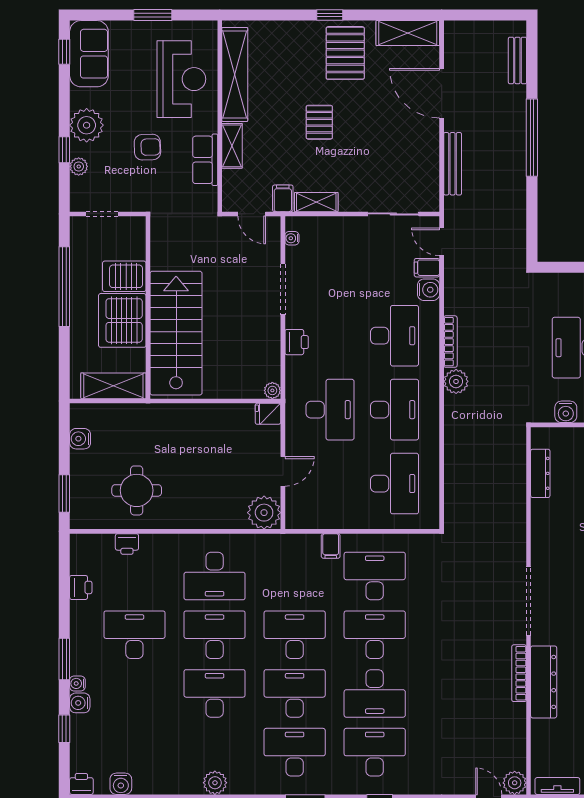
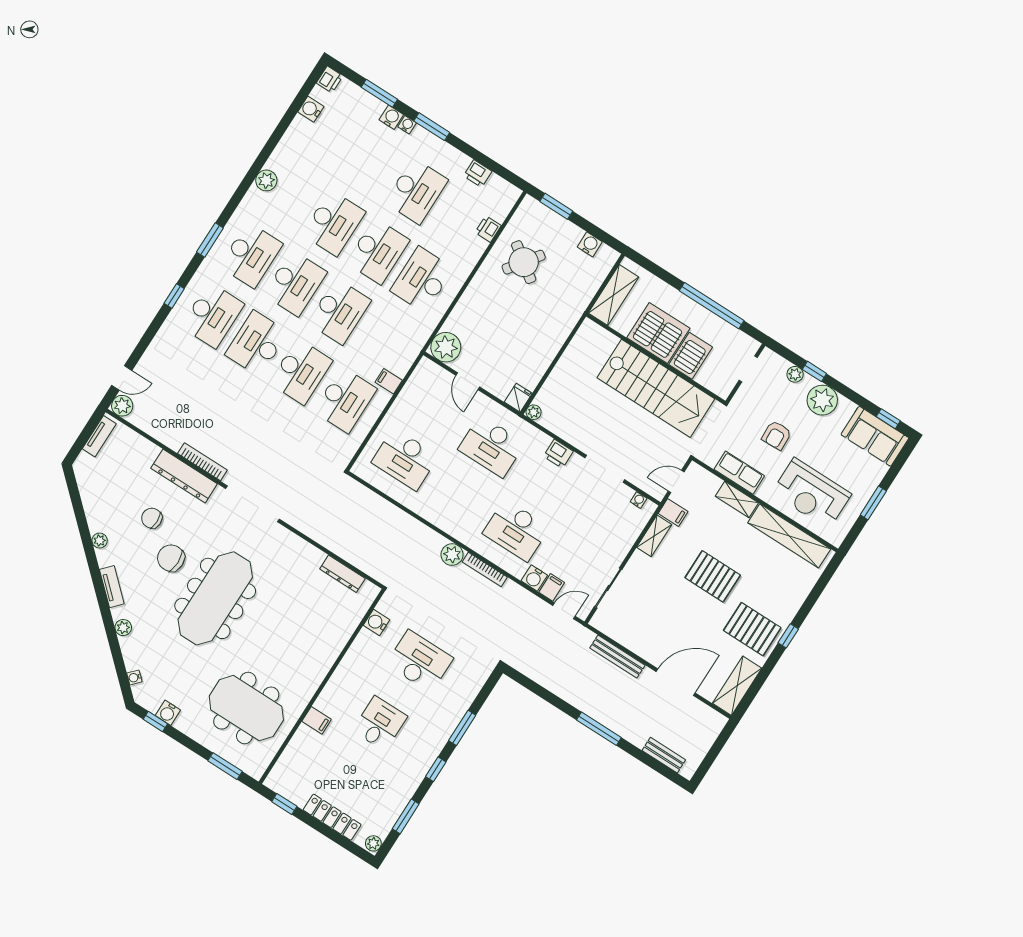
pallet: (319, 122) -> (713, 576), width x1.50, depth x1.42
window: (532, 138) -> (599, 729), width x0.68
stairs: (176, 333) -> (656, 388), moved
desk: (394, 410) -> (460, 495), removed
round table: (137, 490) -> (524, 262), turned 36
window: (64, 729) -> (379, 93), width x1.50

